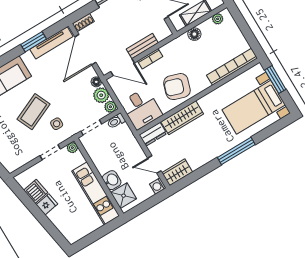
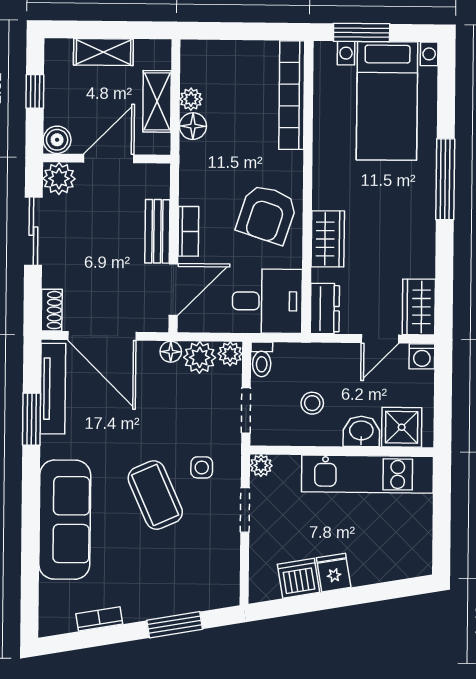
plant: (218, 19) -> (191, 99), moved
wardrobe: (182, 118) -> (328, 239), width x0.67
stool: (111, 153) -> (312, 403), added

